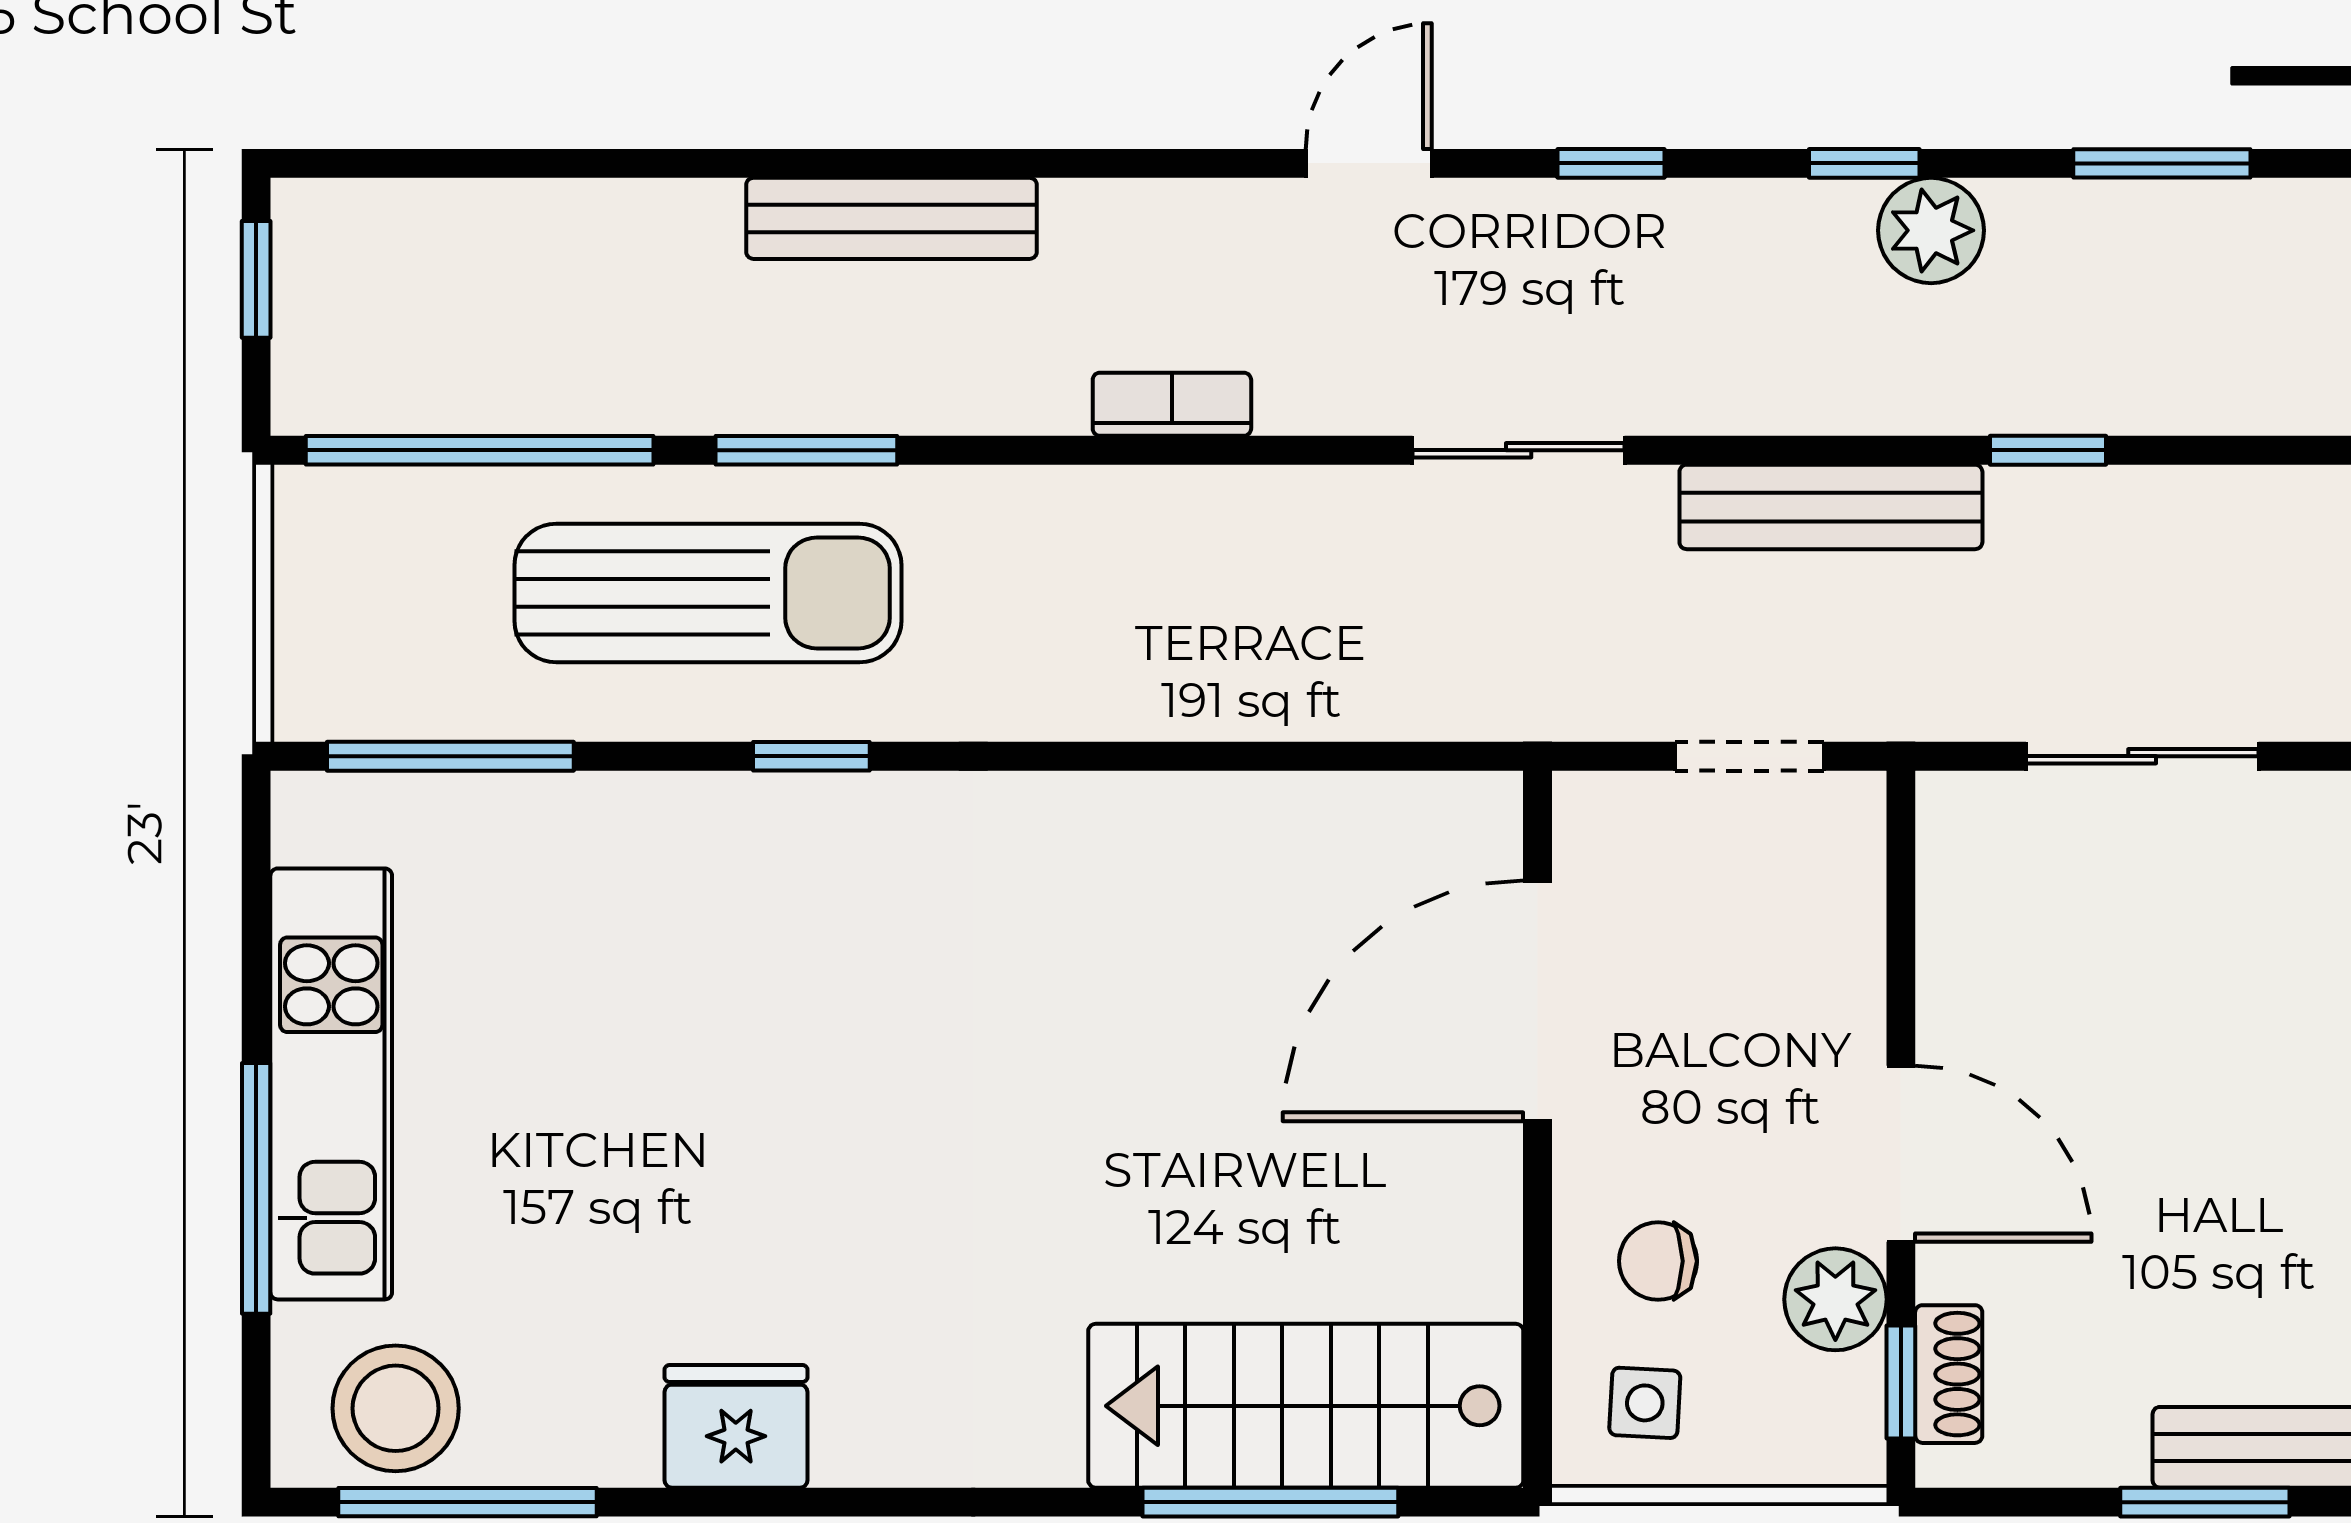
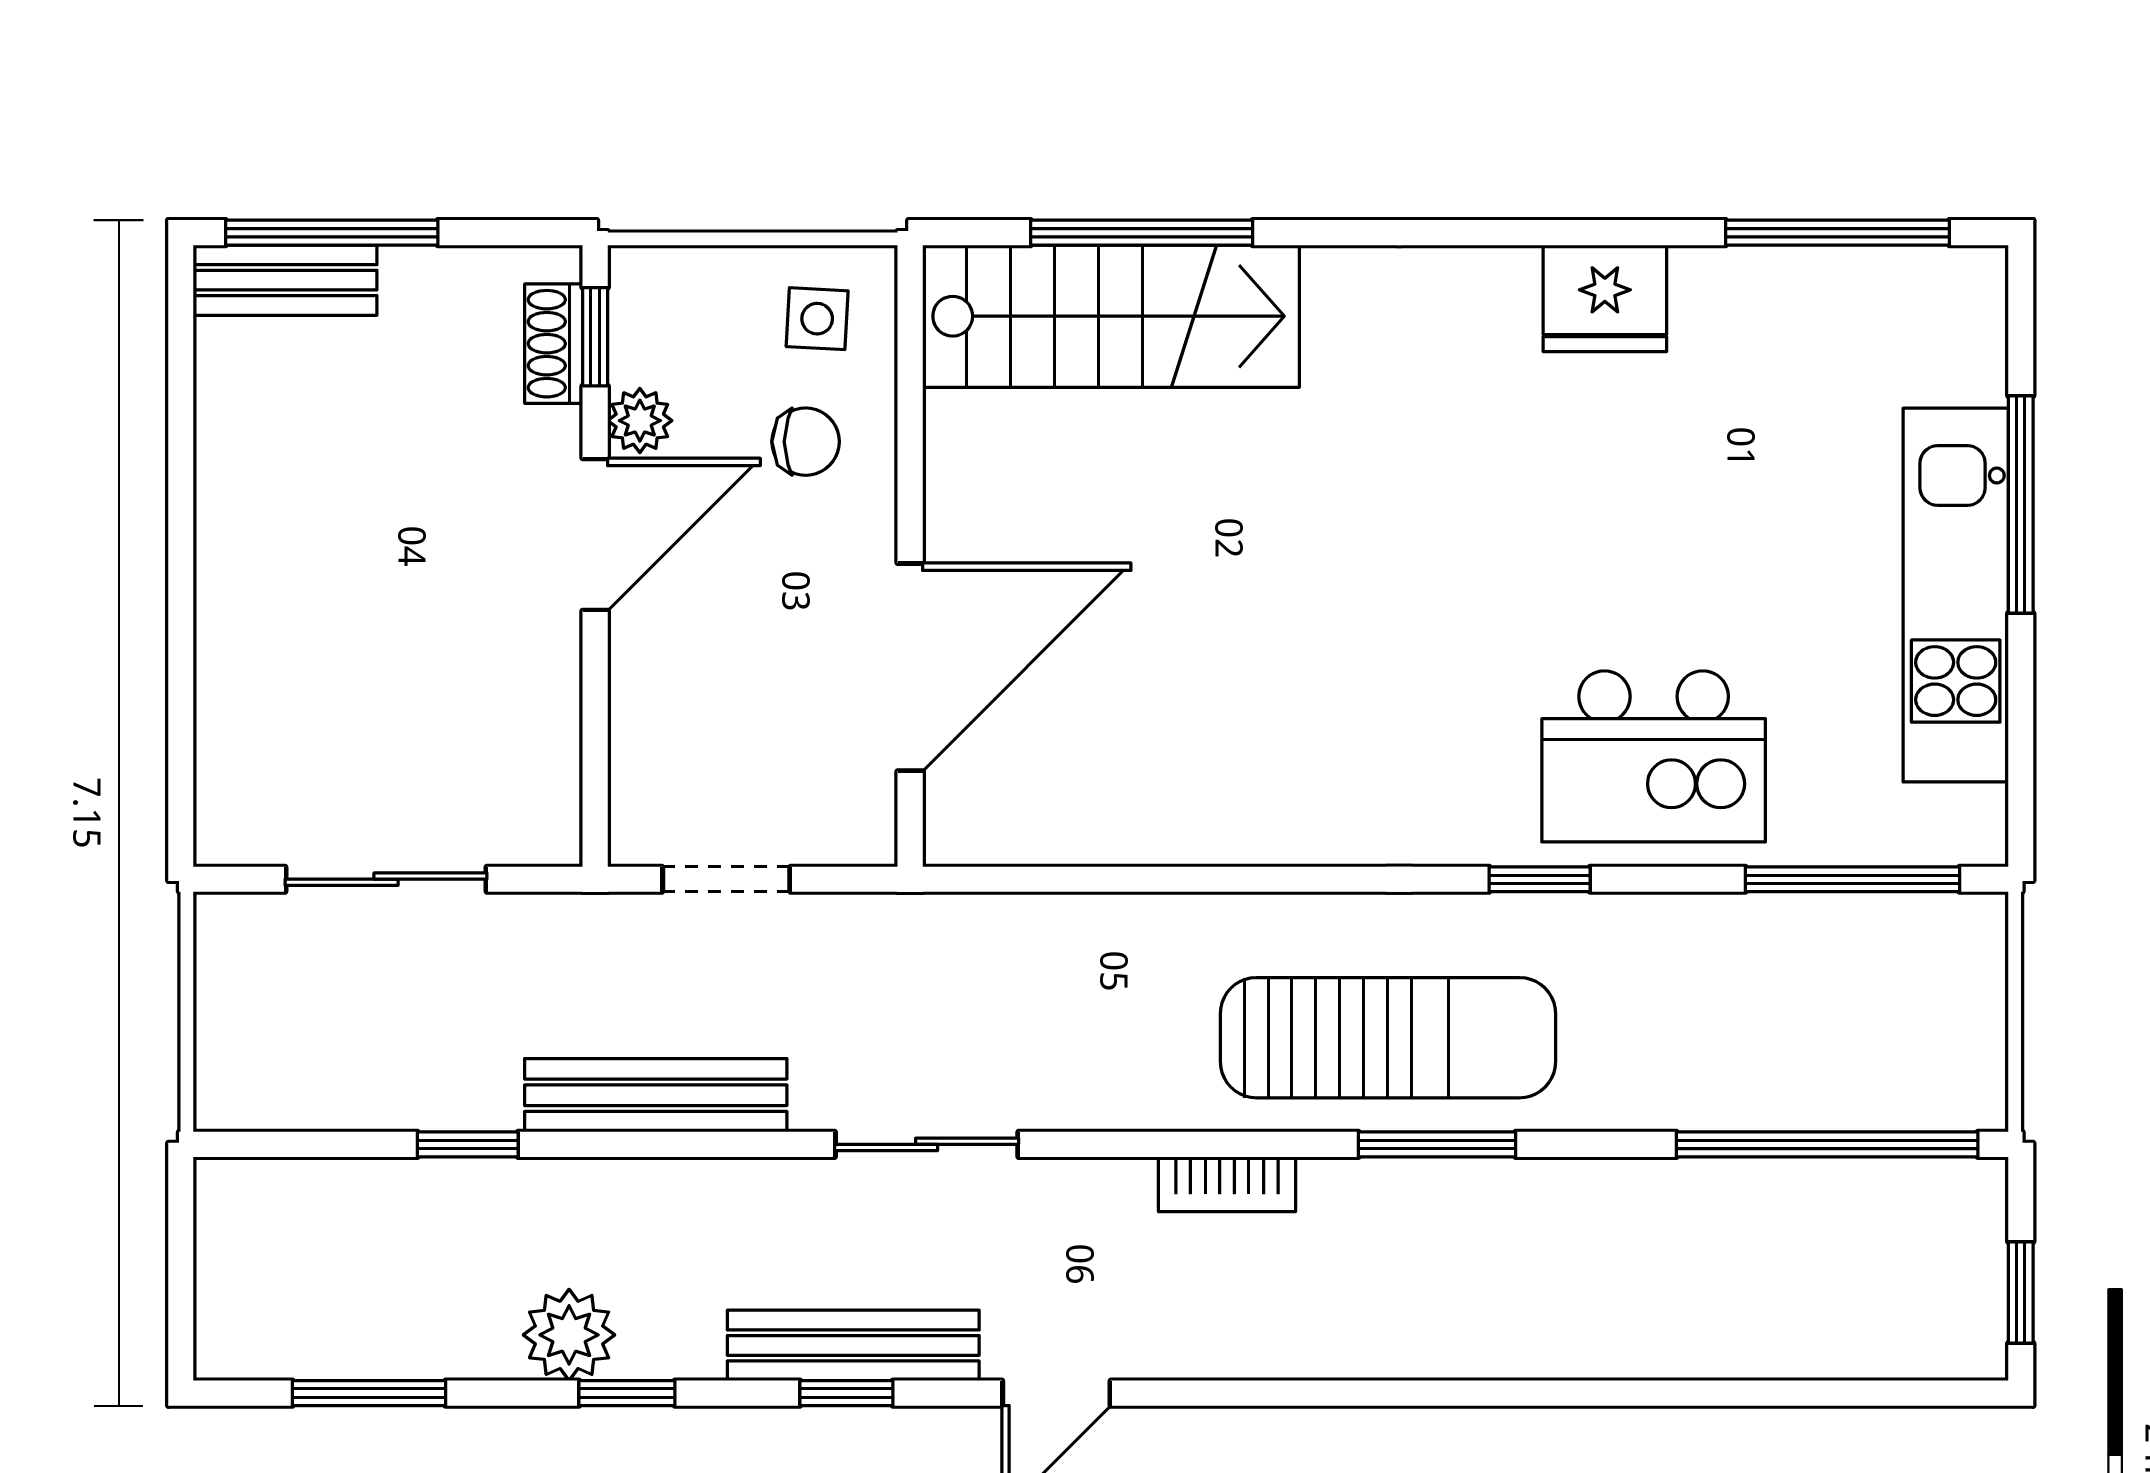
bench: (891, 218) -> (853, 1345), moved
window: (806, 450) -> (1437, 1144), moved
sun lounger: (708, 593) -> (1388, 1038), moved, turned 180
kitchen island: (680, 898) -> (1654, 756), added
door: (1901, 1154) -> (595, 535), swing flipped
plant: (1835, 1299) -> (640, 421), width x0.73, depth x0.73
stool: (396, 1408) -> (1900, 314), removed
window: (2205, 1502) -> (332, 233), width x1.44

